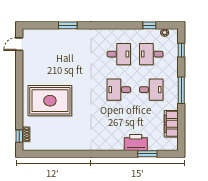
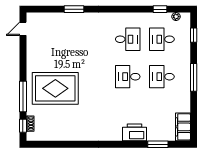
desk: (151, 90) -> (162, 77), turned 180
window: (19, 108) -> (23, 97), added
filing cabinet: (171, 124) -> (183, 127), moved
printer: (136, 142) -> (134, 132), moved

